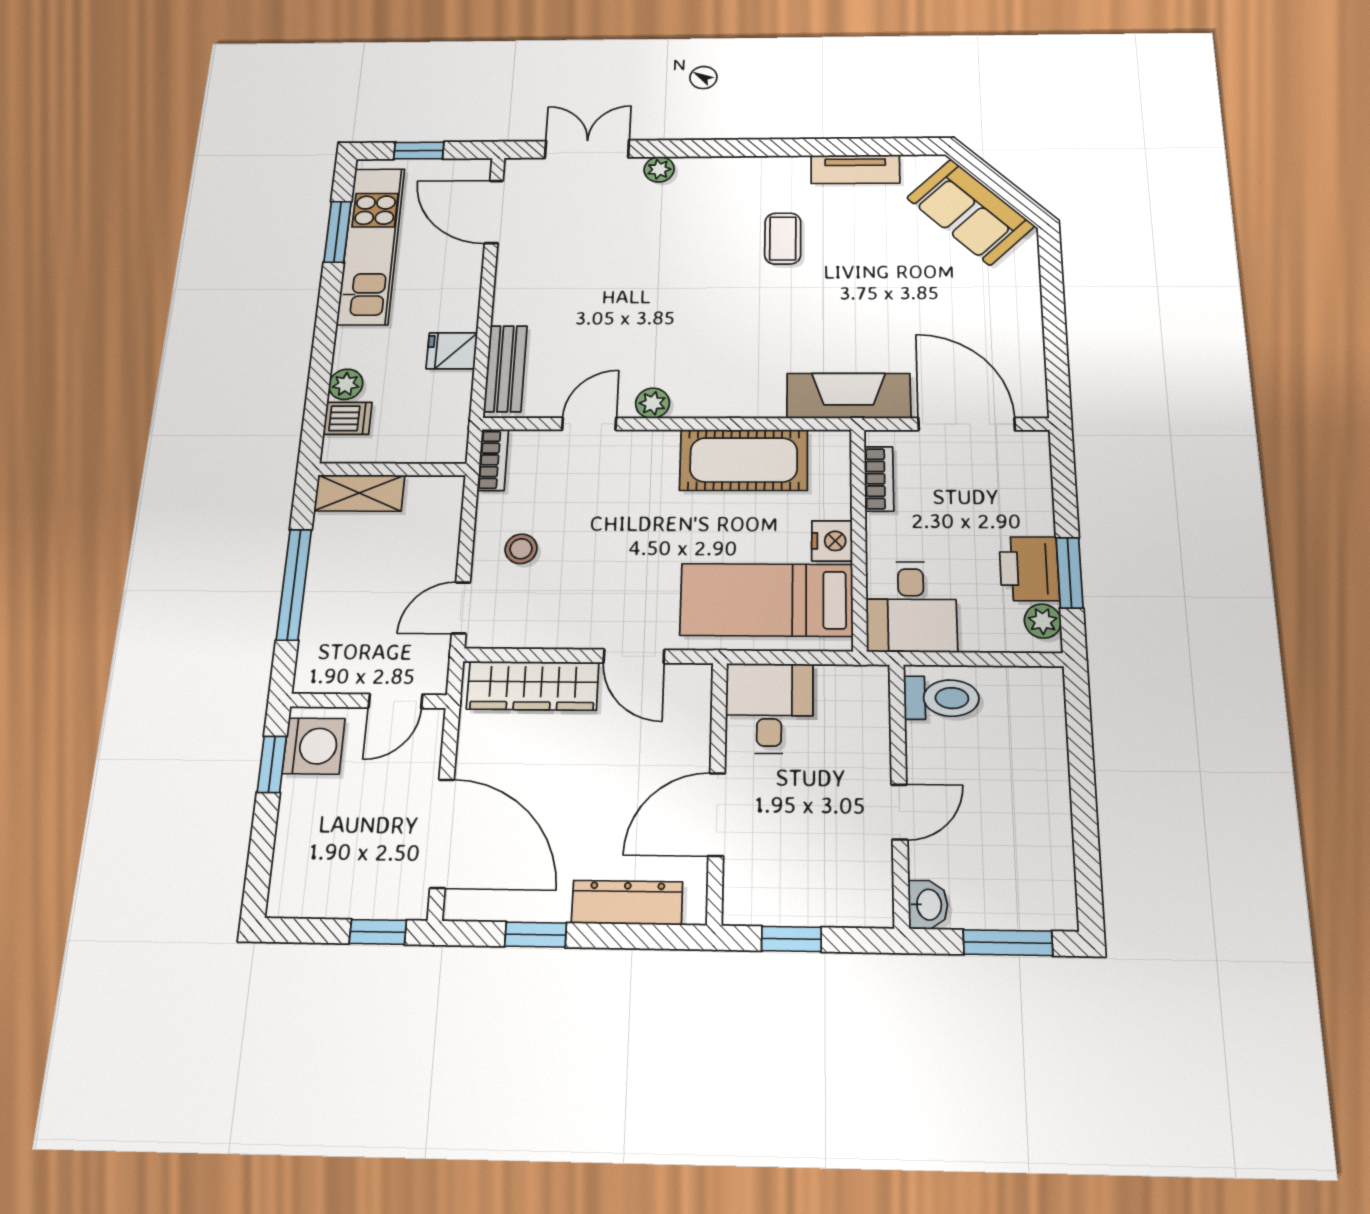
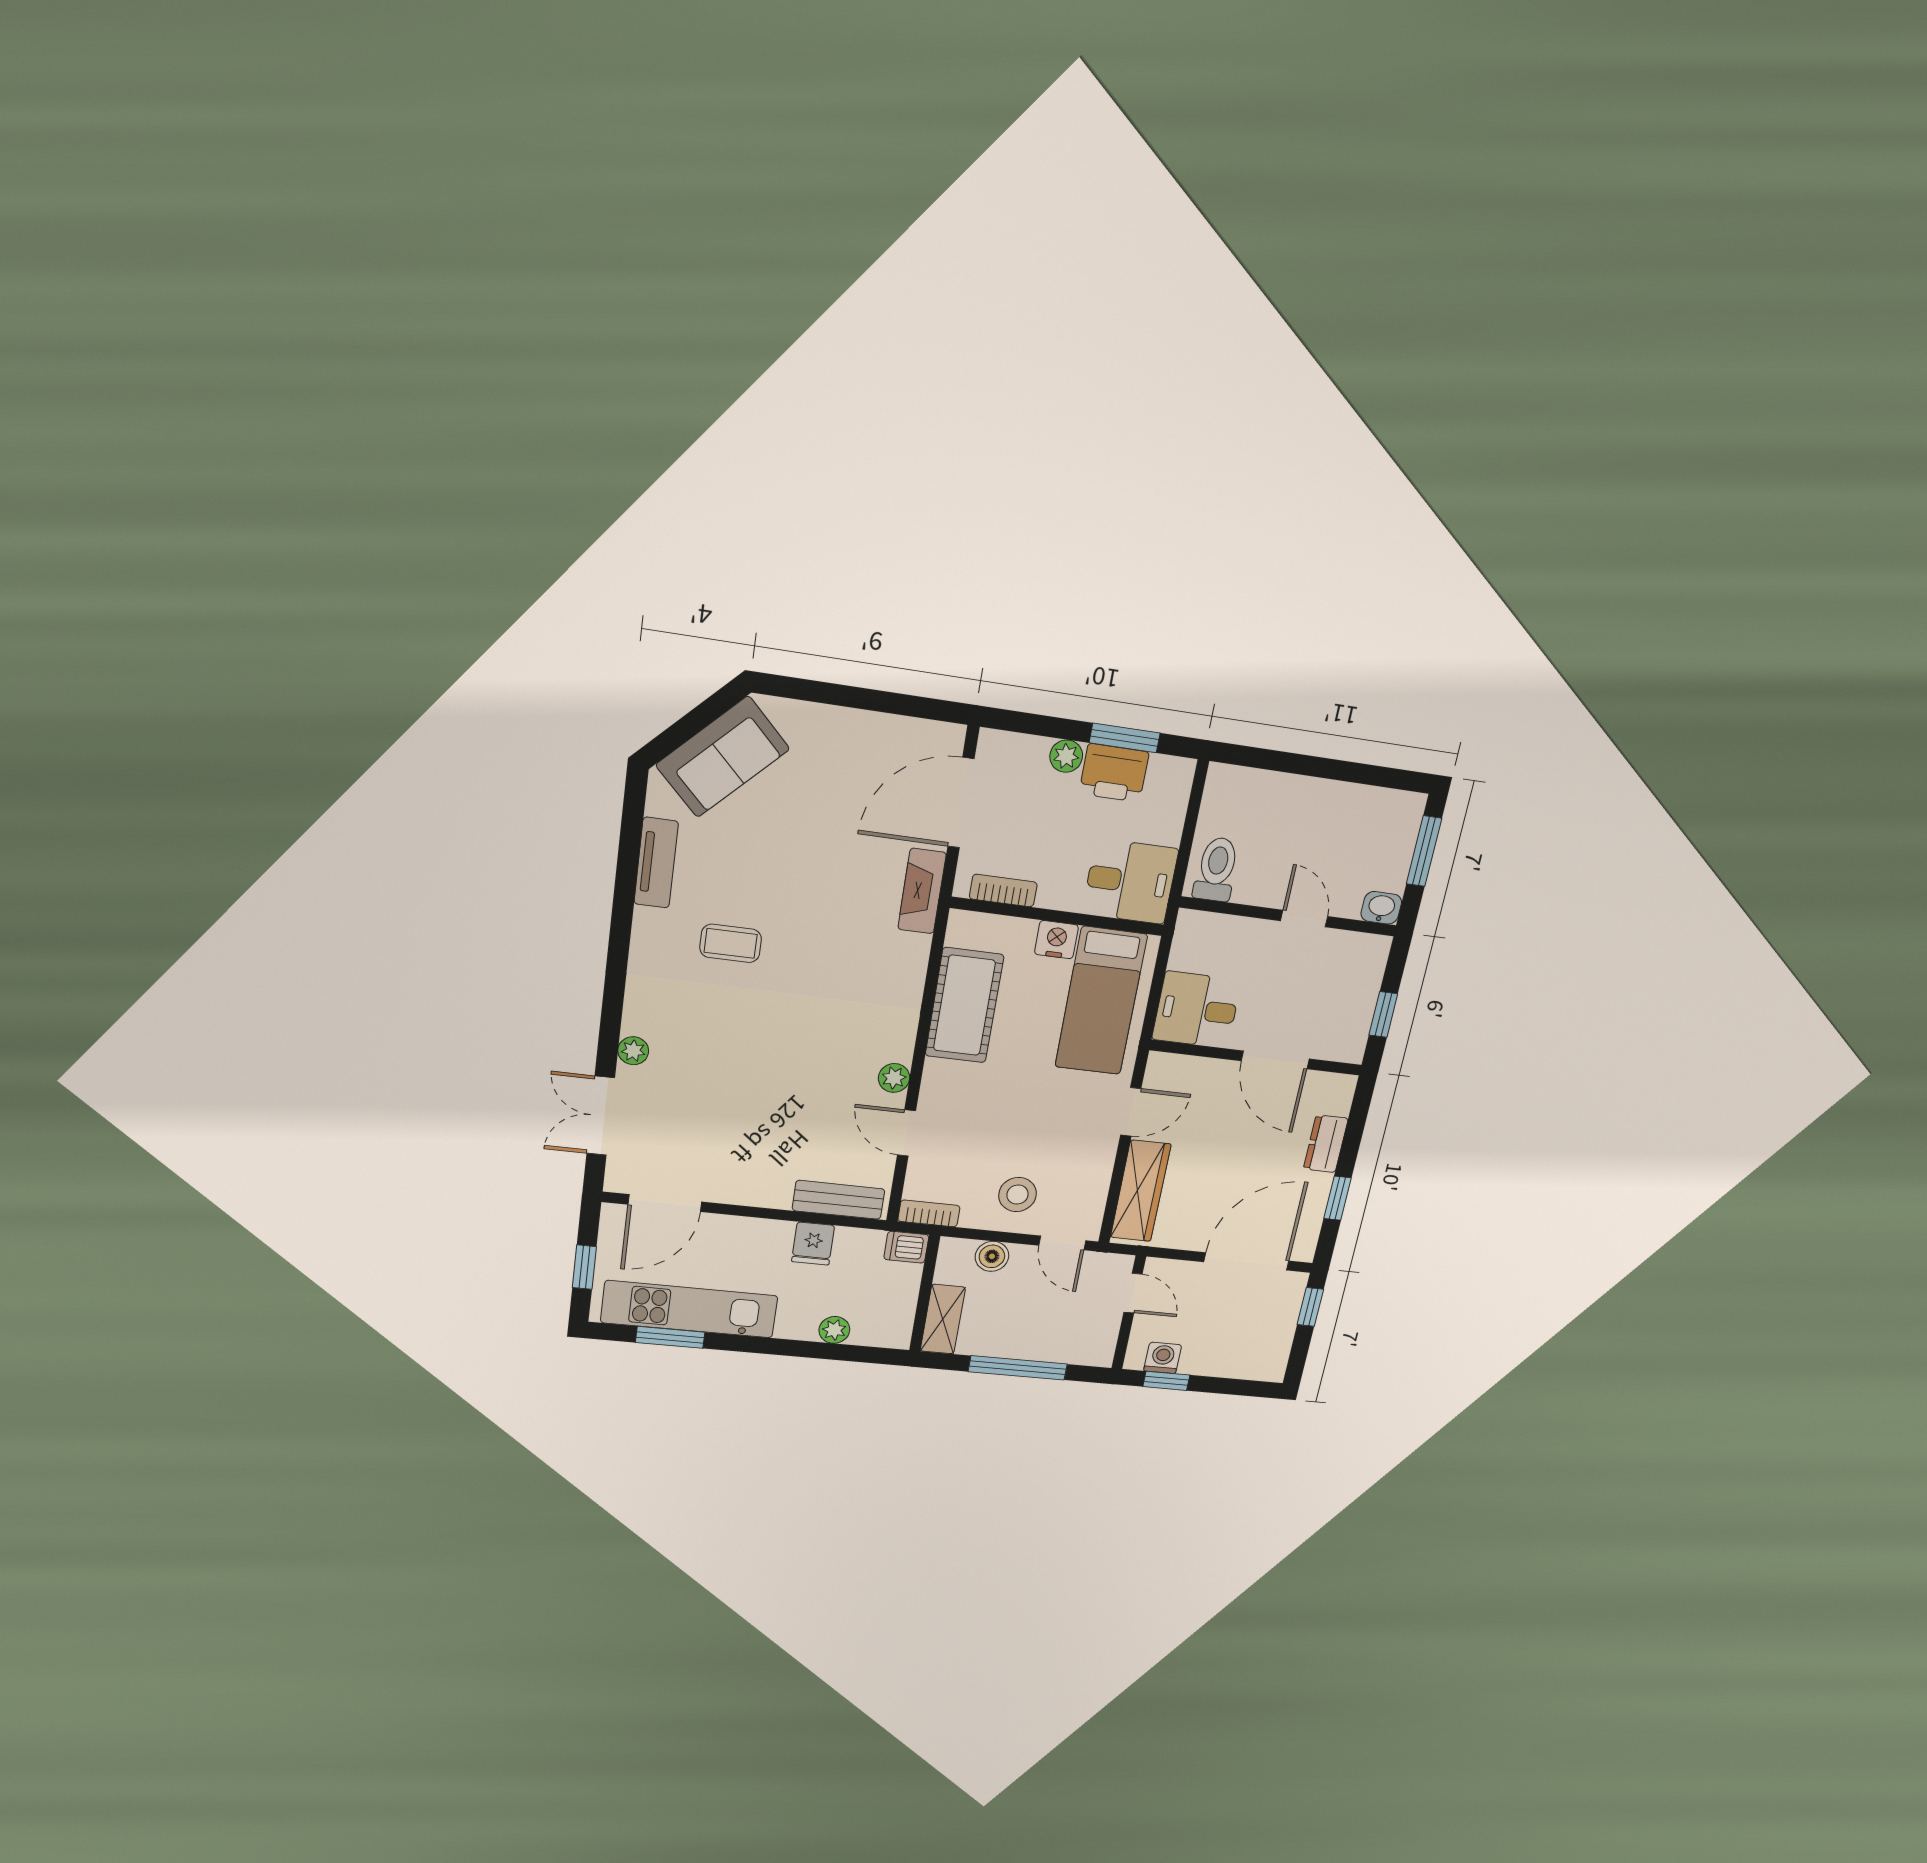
fireplace: (849, 396) -> (922, 891), width x0.73, depth x0.76
dishwasher: (348, 418) -> (906, 1247), moved, turned -90
boiler: (441, 533) -> (992, 1256), added
stool: (521, 549) -> (1018, 1195), width x1.37, depth x1.37
plant: (1043, 621) -> (1066, 756), moved
washing machine: (314, 746) -> (1163, 1358), width x0.73, depth x0.73
dresser: (627, 903) -> (1326, 1144), width x0.70

